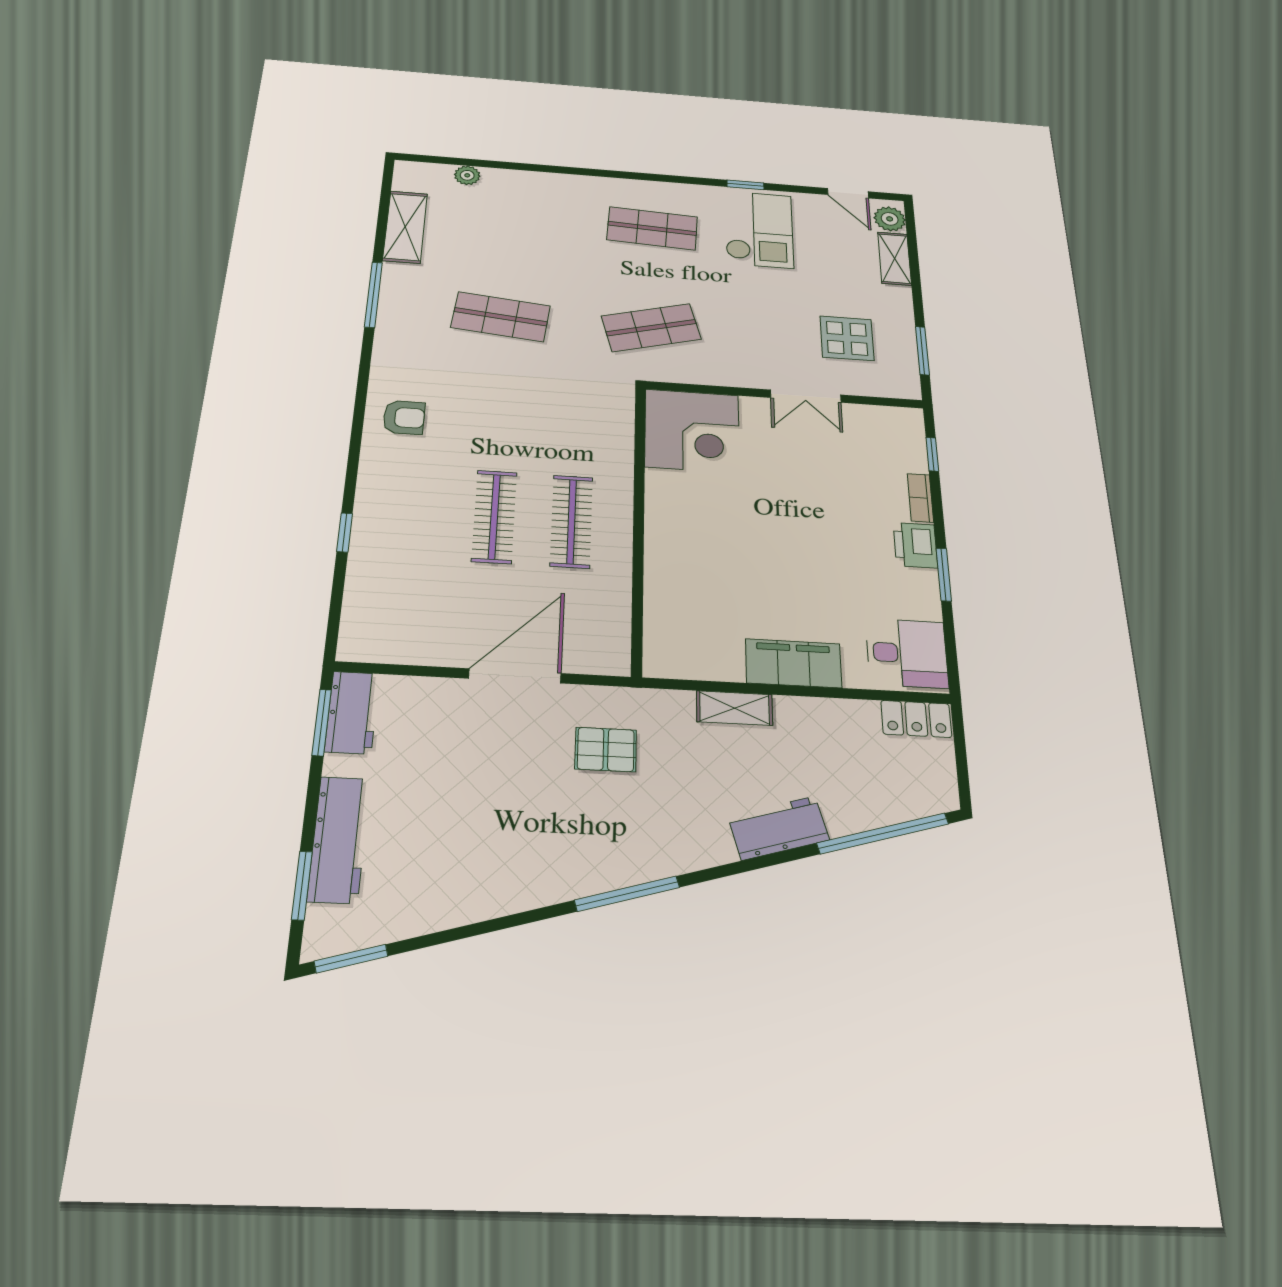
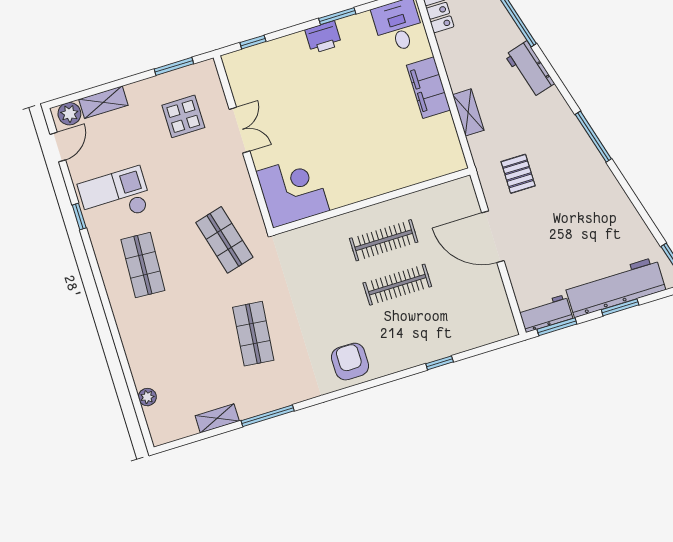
shelving: (405, 227) -> (217, 418), width x0.67, depth x0.75
armchair: (404, 417) -> (350, 362), width x1.38, depth x1.38
bookcase: (920, 498) -> (288, 42), removed
workbench: (339, 839) -> (615, 287), width x1.36, depth x1.32
window: (302, 886) -> (620, 307), moved

